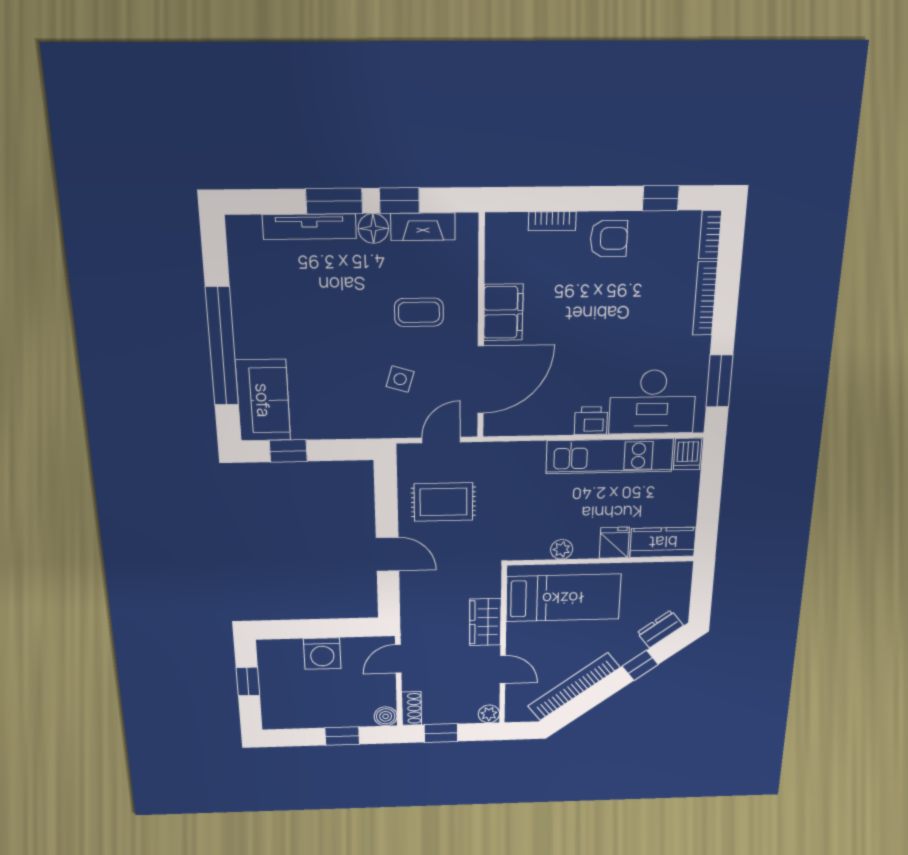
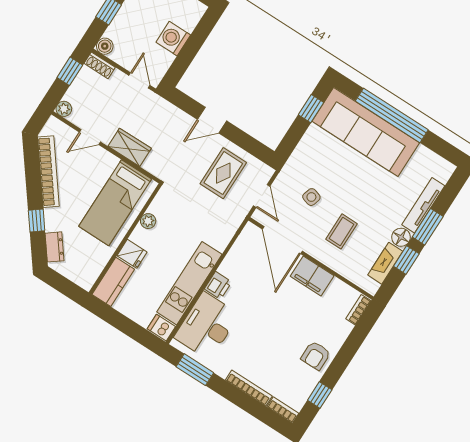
bookcase: (552, 221) -> (358, 310), moved
sofa: (263, 400) -> (366, 132), width x1.85, depth x1.27

